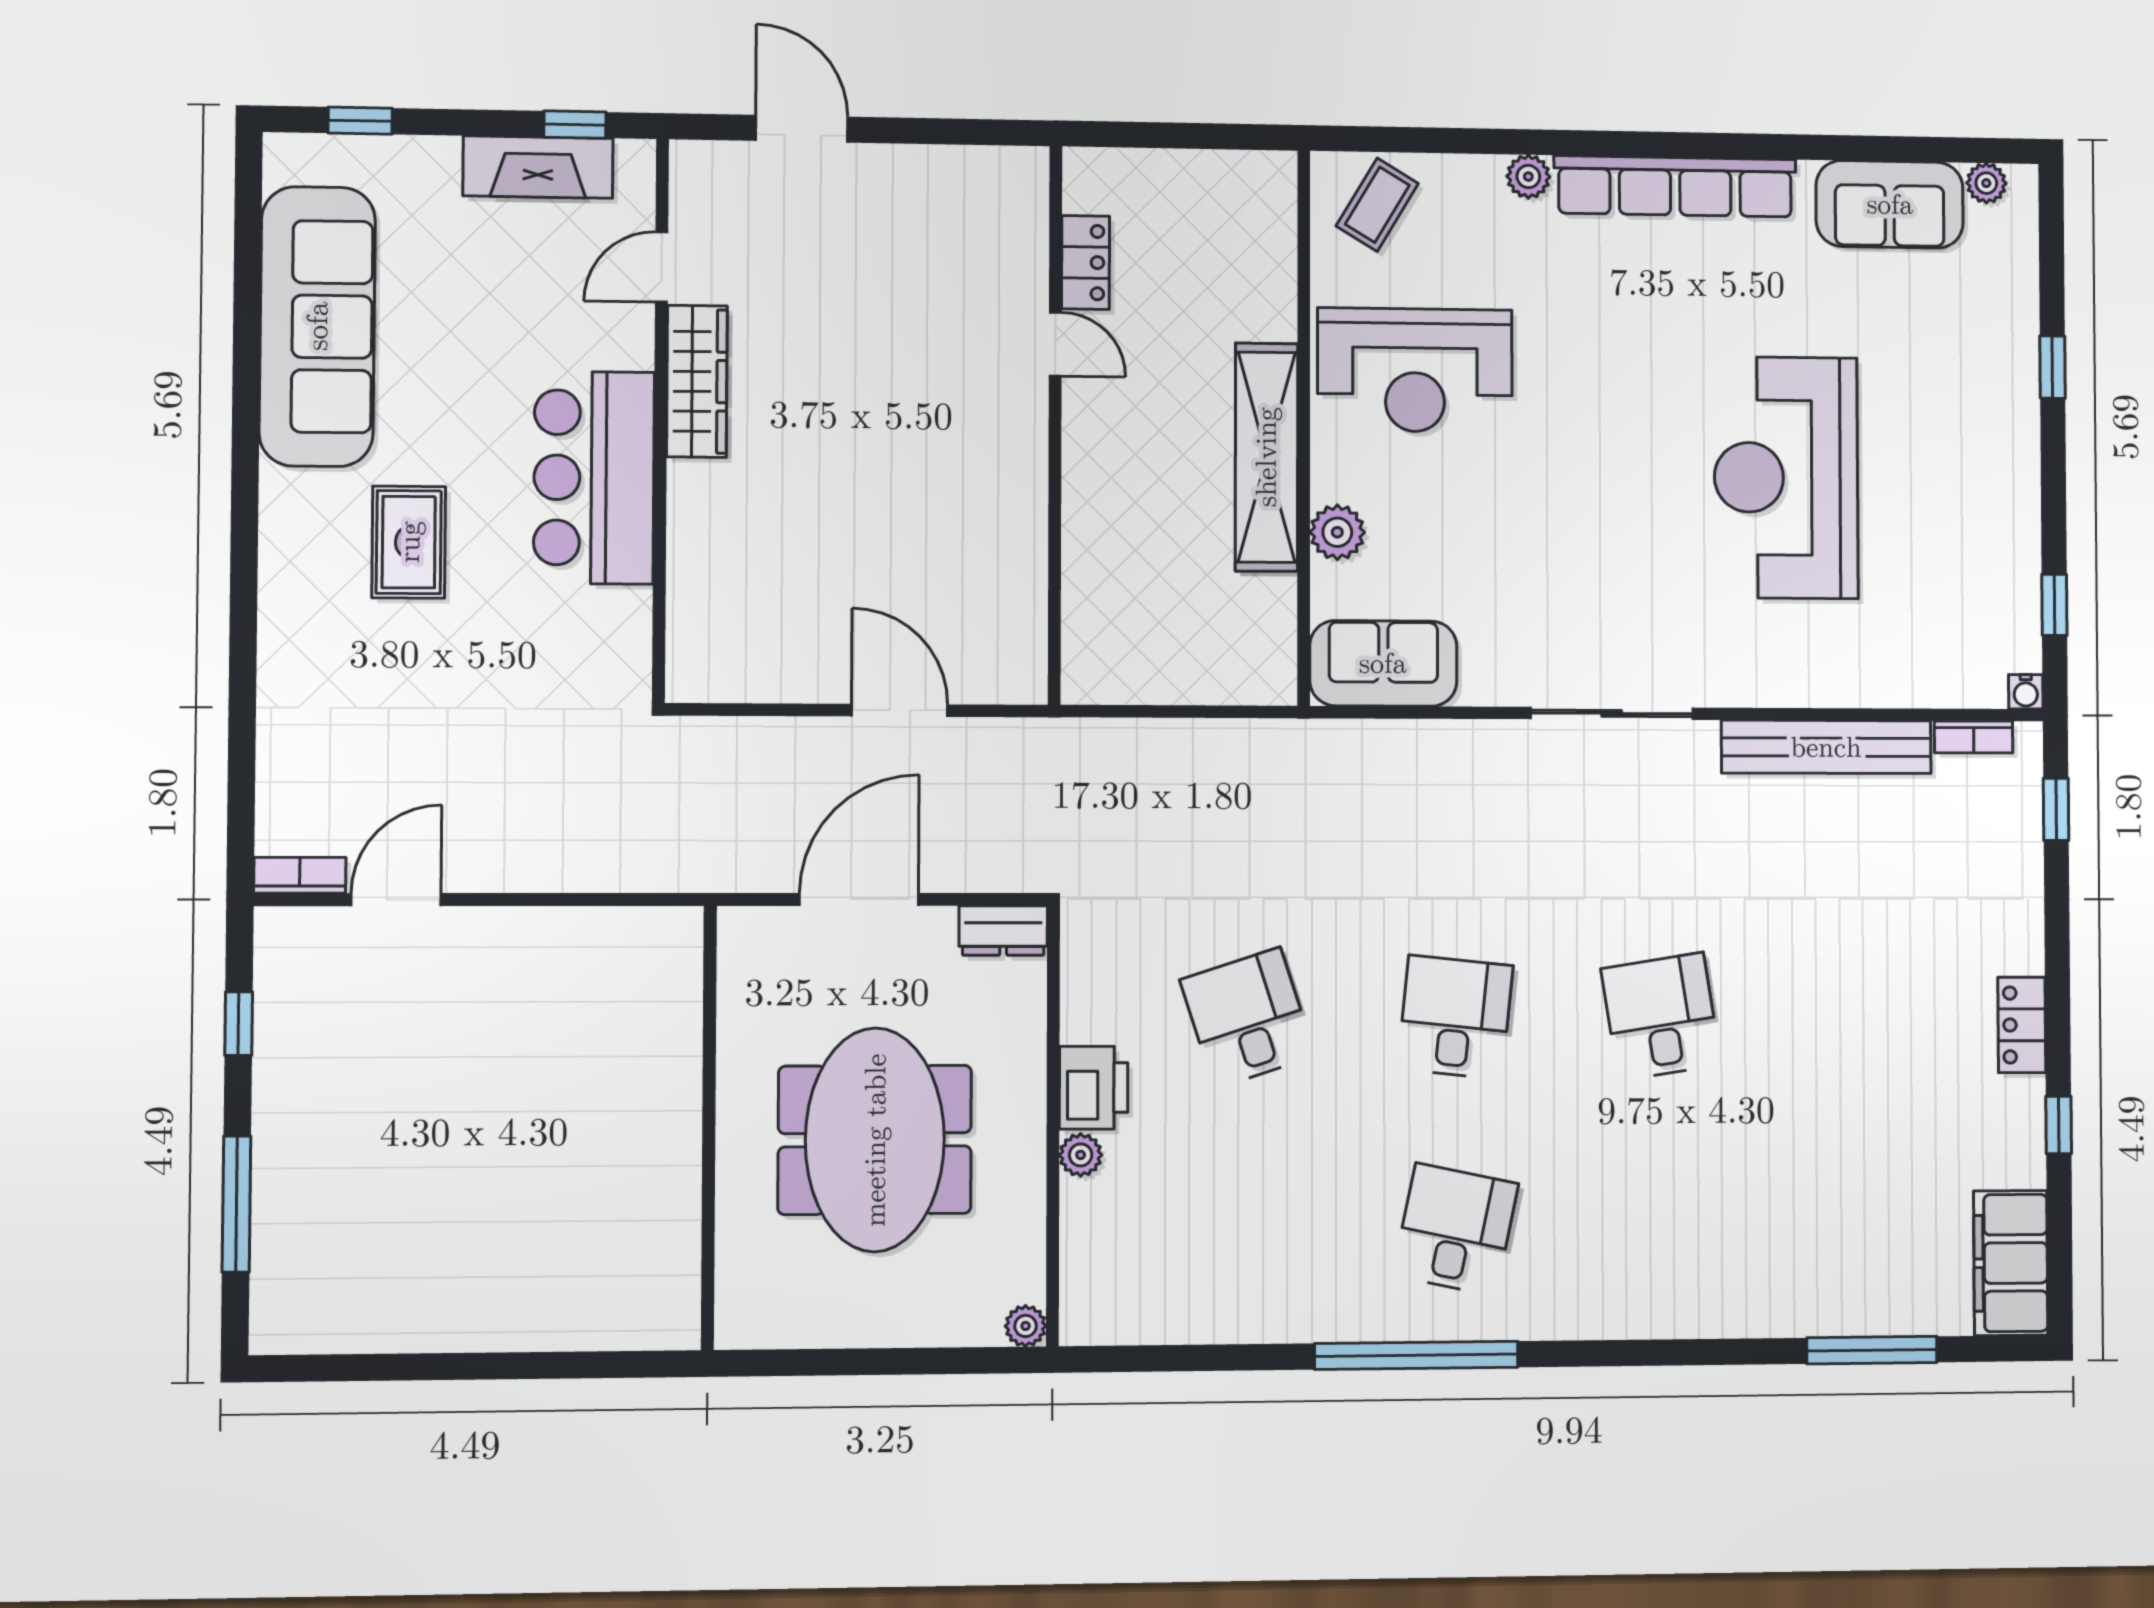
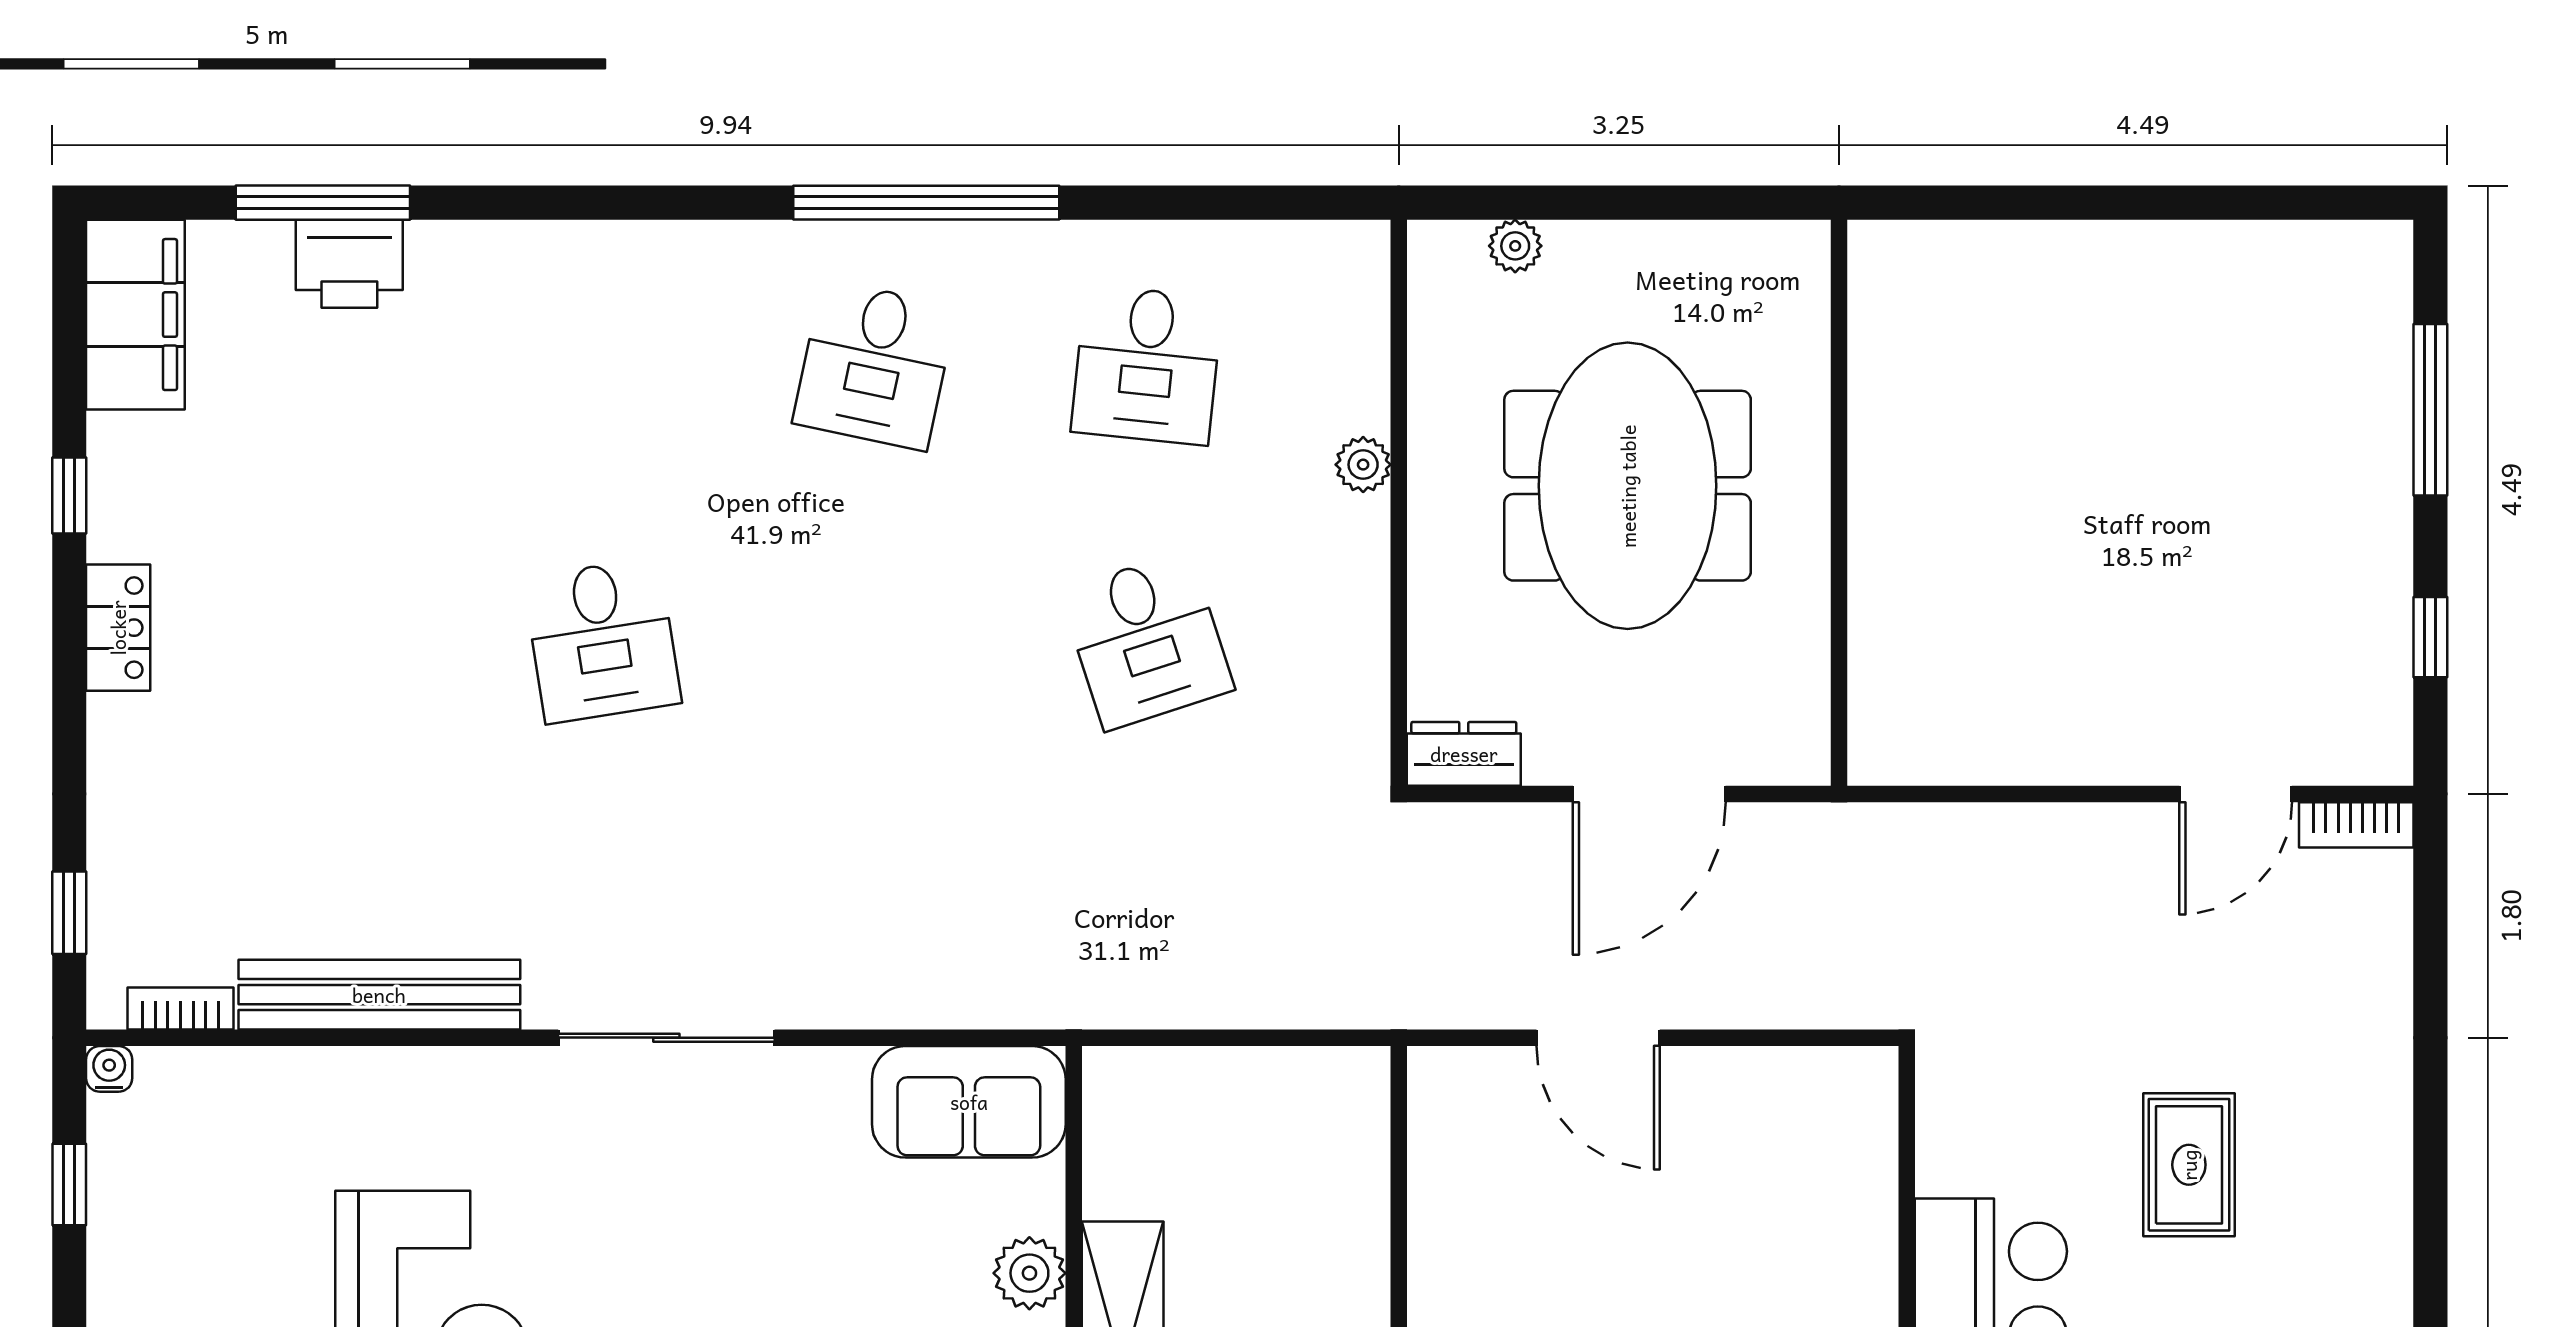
rug: (409, 542) -> (2189, 1165), moved
desk: (1455, 1017) -> (1147, 365), moved
printer: (1094, 1088) -> (349, 264), moved, turned -90
plant: (1026, 1326) -> (1515, 246), moved

